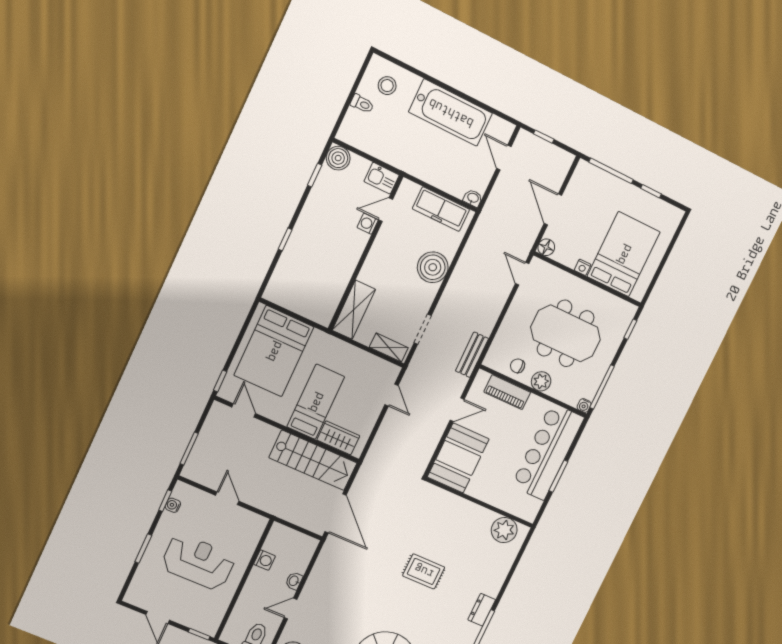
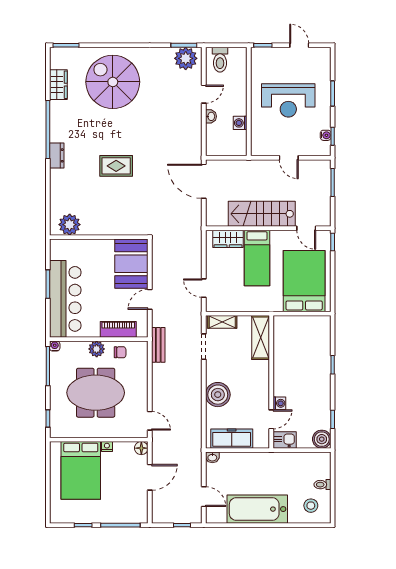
door: (553, 209) -> (150, 477), hinge flipped
stairs: (313, 460) -> (262, 214), moved

